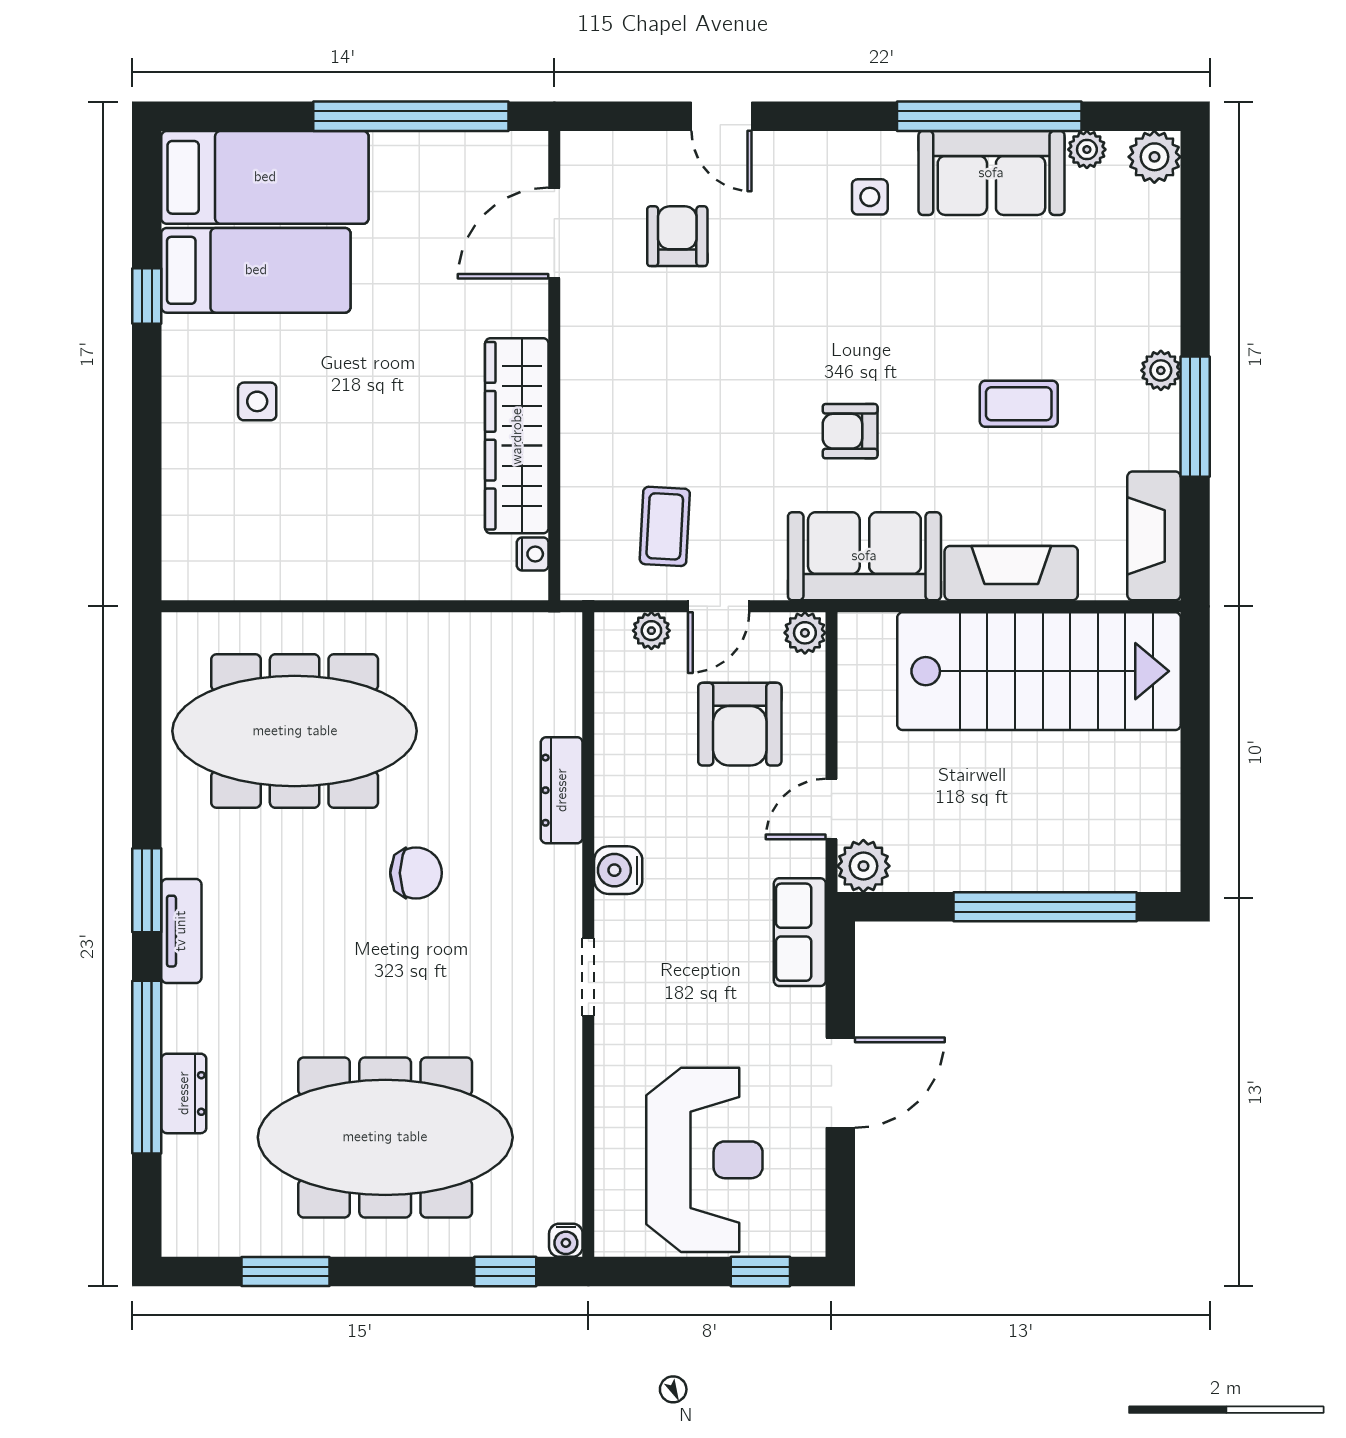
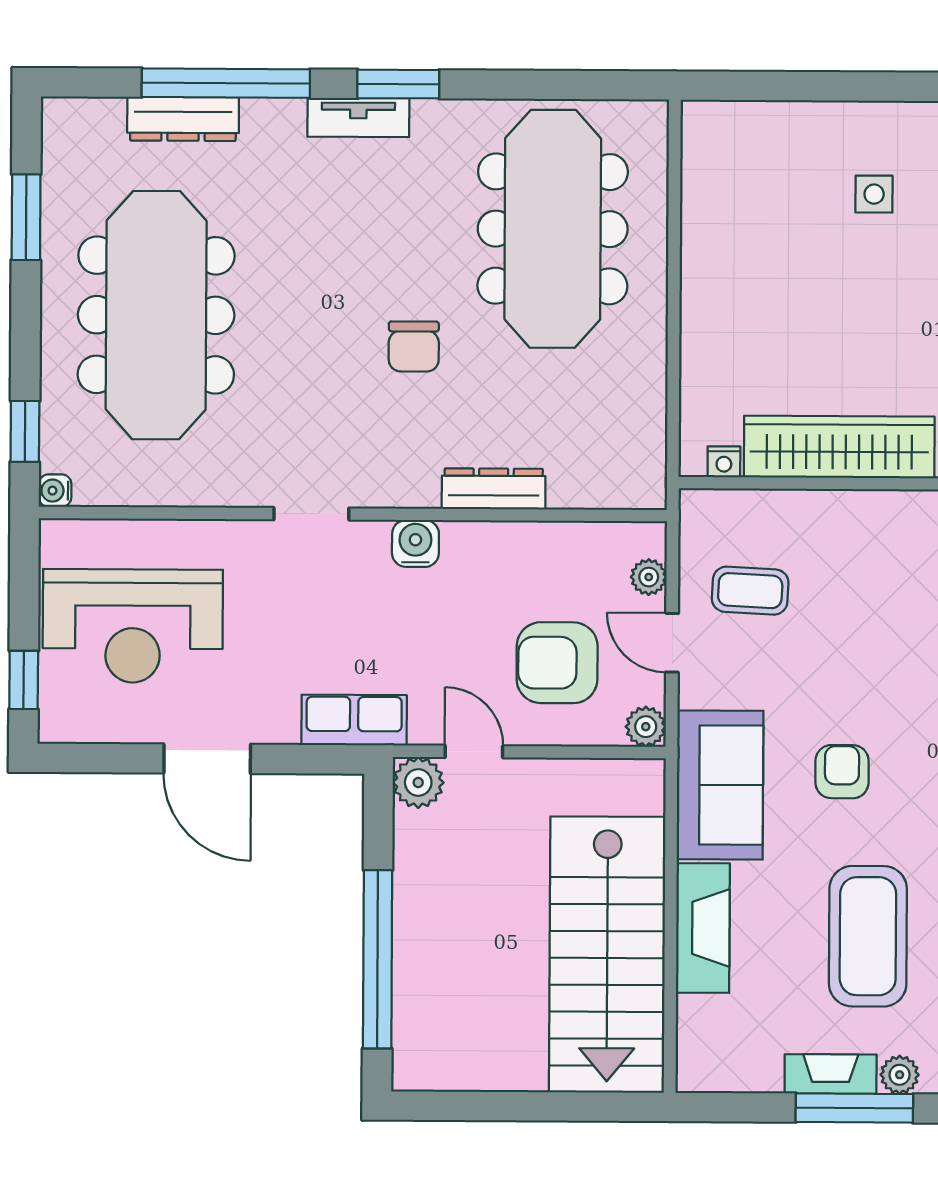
coffee table: (1019, 404) -> (868, 936), width x1.86, depth x1.72
fireplace: (1154, 536) -> (831, 1074), moved, width x0.73, depth x0.76
dresser: (184, 1093) -> (183, 119), width x1.44

